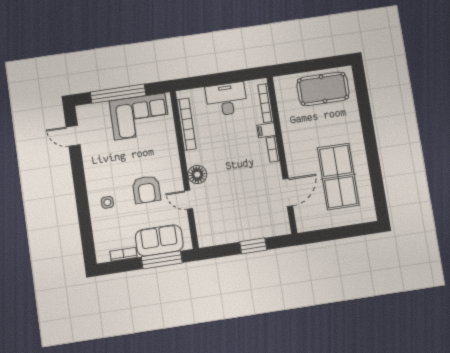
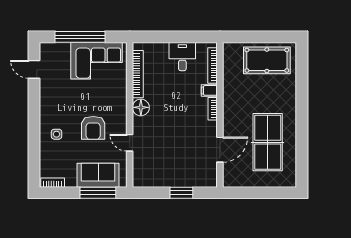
desk: (226, 99) -> (182, 57), width x0.73
floor lamp: (197, 175) -> (141, 107), moved
bookcase: (123, 254) -> (53, 183), moved

